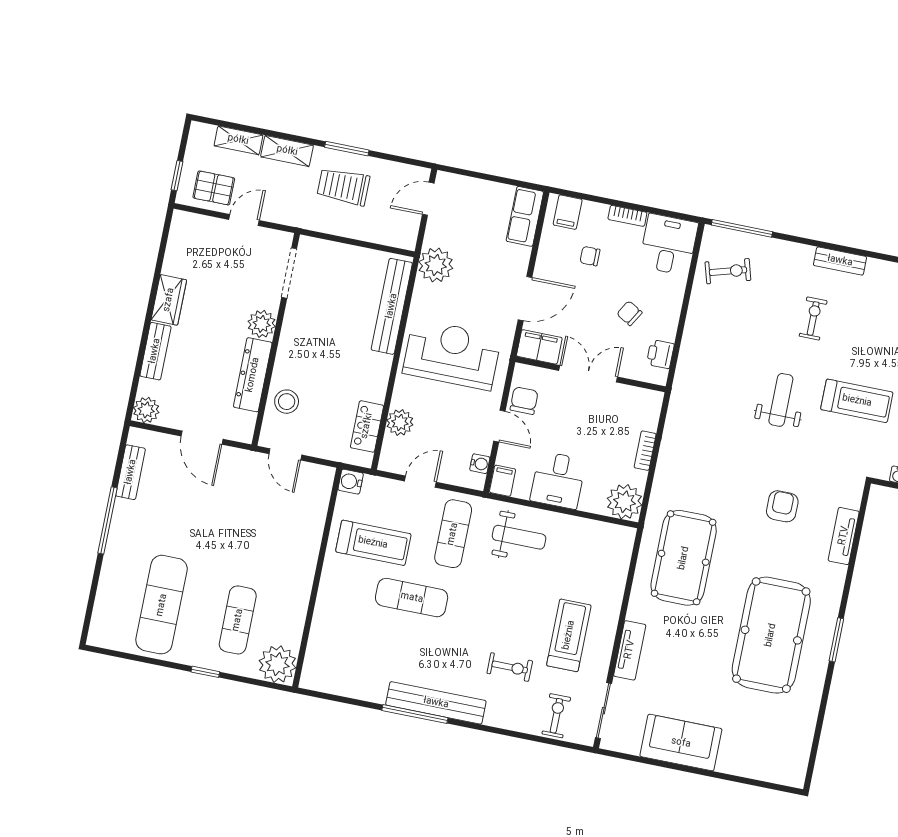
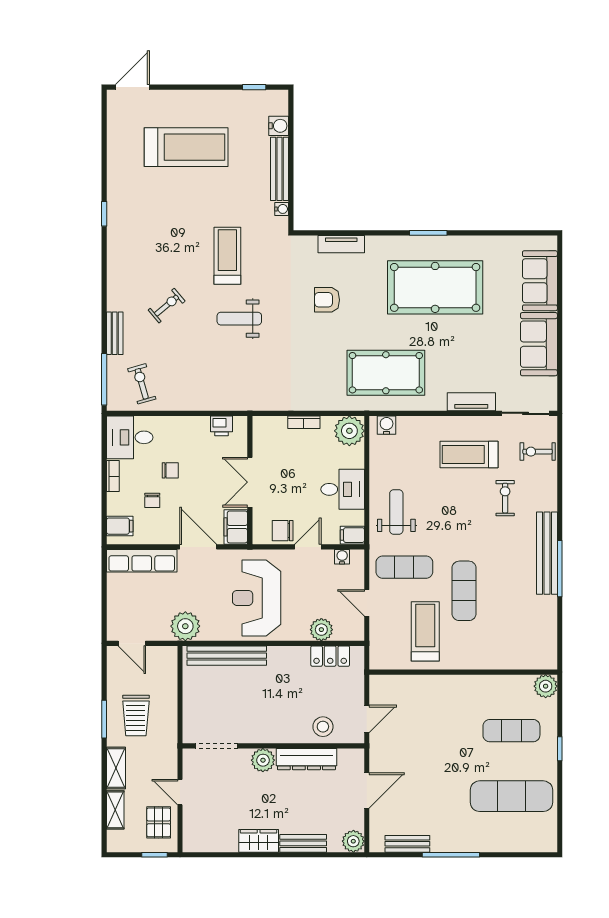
row of seats: (525, 216) -> (142, 561), width x1.48
bench: (840, 261) -> (115, 333), moved
chair: (629, 313) -> (170, 470), moved, turned -120
exercise bike: (813, 318) -> (167, 306), turned 140
water cooler: (351, 482) -> (387, 425), moved, turned 180
plant: (278, 664) -> (546, 686), width x0.73, depth x0.73
sofa: (754, 759) -> (540, 281), added

